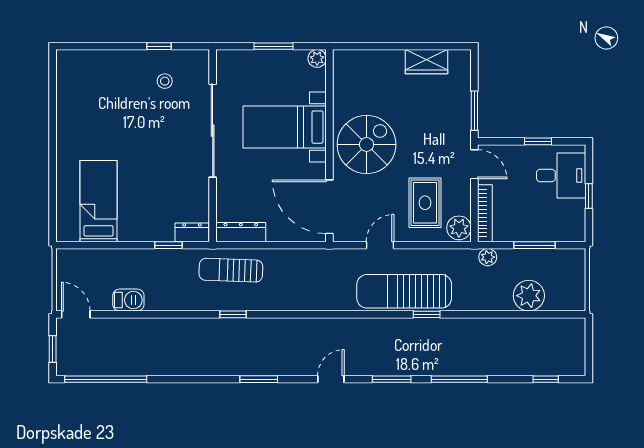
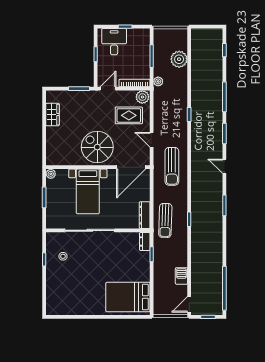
bed: (99, 201) -> (128, 297), width x1.50
sun lounger: (404, 291) -> (172, 166), moved, width x0.73, depth x0.75

